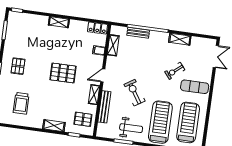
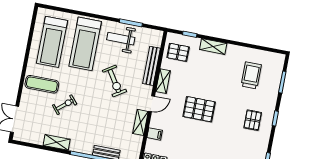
shelving: (113, 45) -> (140, 122), moved

